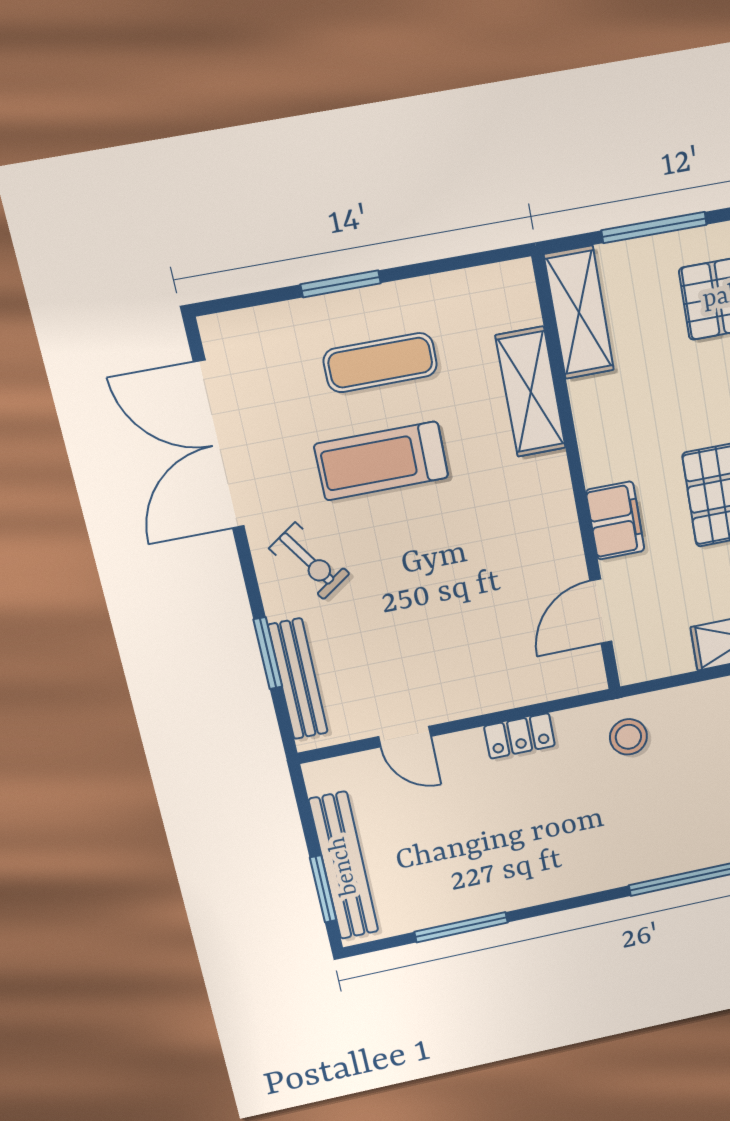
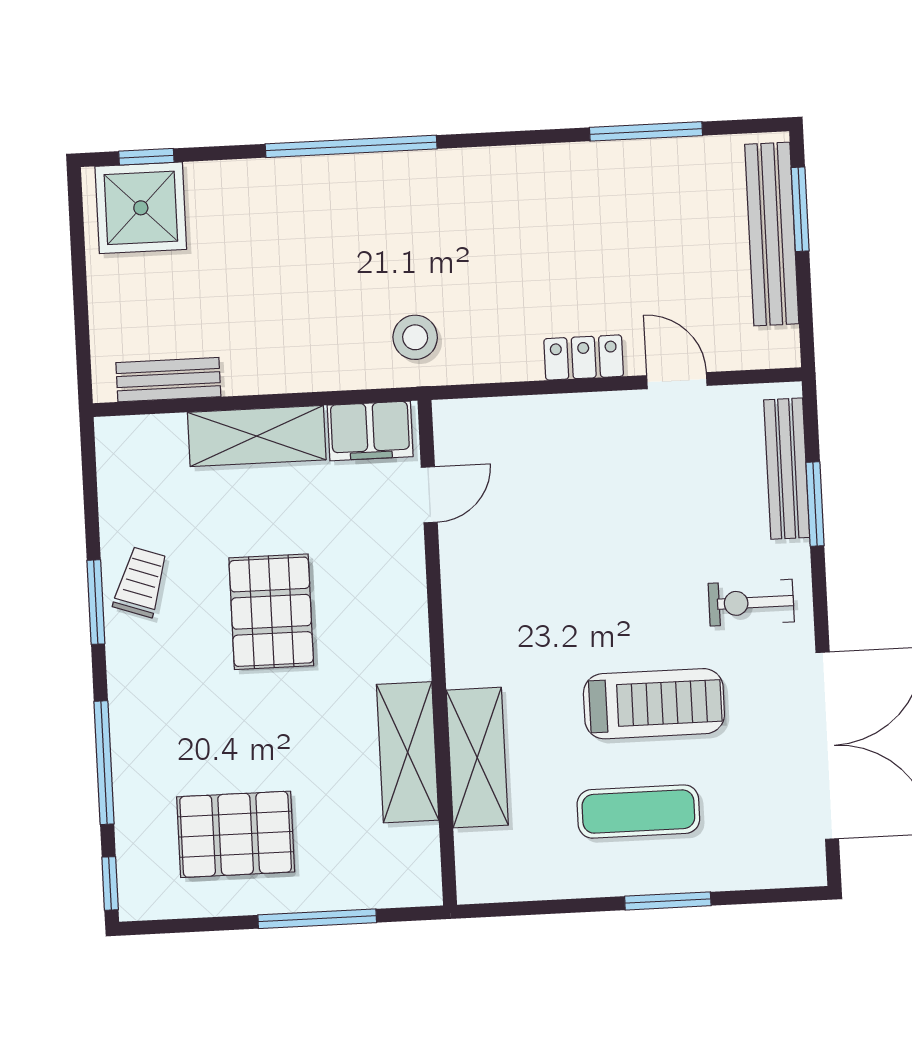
shelving: (579, 313) -> (408, 752), moved
filing cabinet: (615, 521) -> (370, 431), moved, turned -90
exercise bike: (309, 561) -> (751, 603), turned -56
door: (601, 611) -> (429, 495), width x0.73
locker: (520, 736) -> (584, 358), moved

